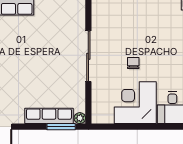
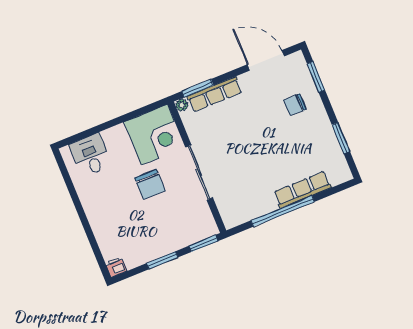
chair: (133, 63) -> (150, 184), width x1.87, depth x1.87
corner desk: (135, 103) -> (154, 135), moved

